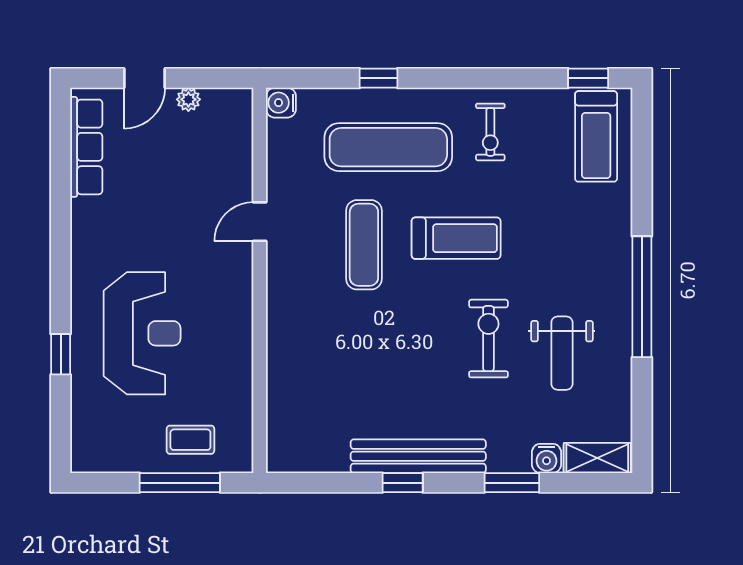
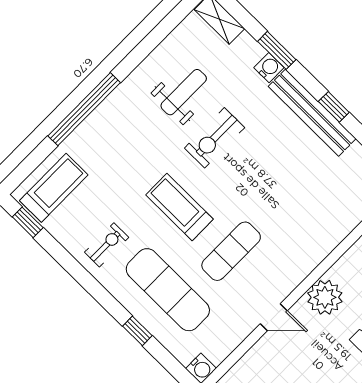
plant: (229, 290) -> (325, 297), added
window: (642, 297) -> (84, 109), moved
water cooler: (547, 458) -> (269, 68), moved

